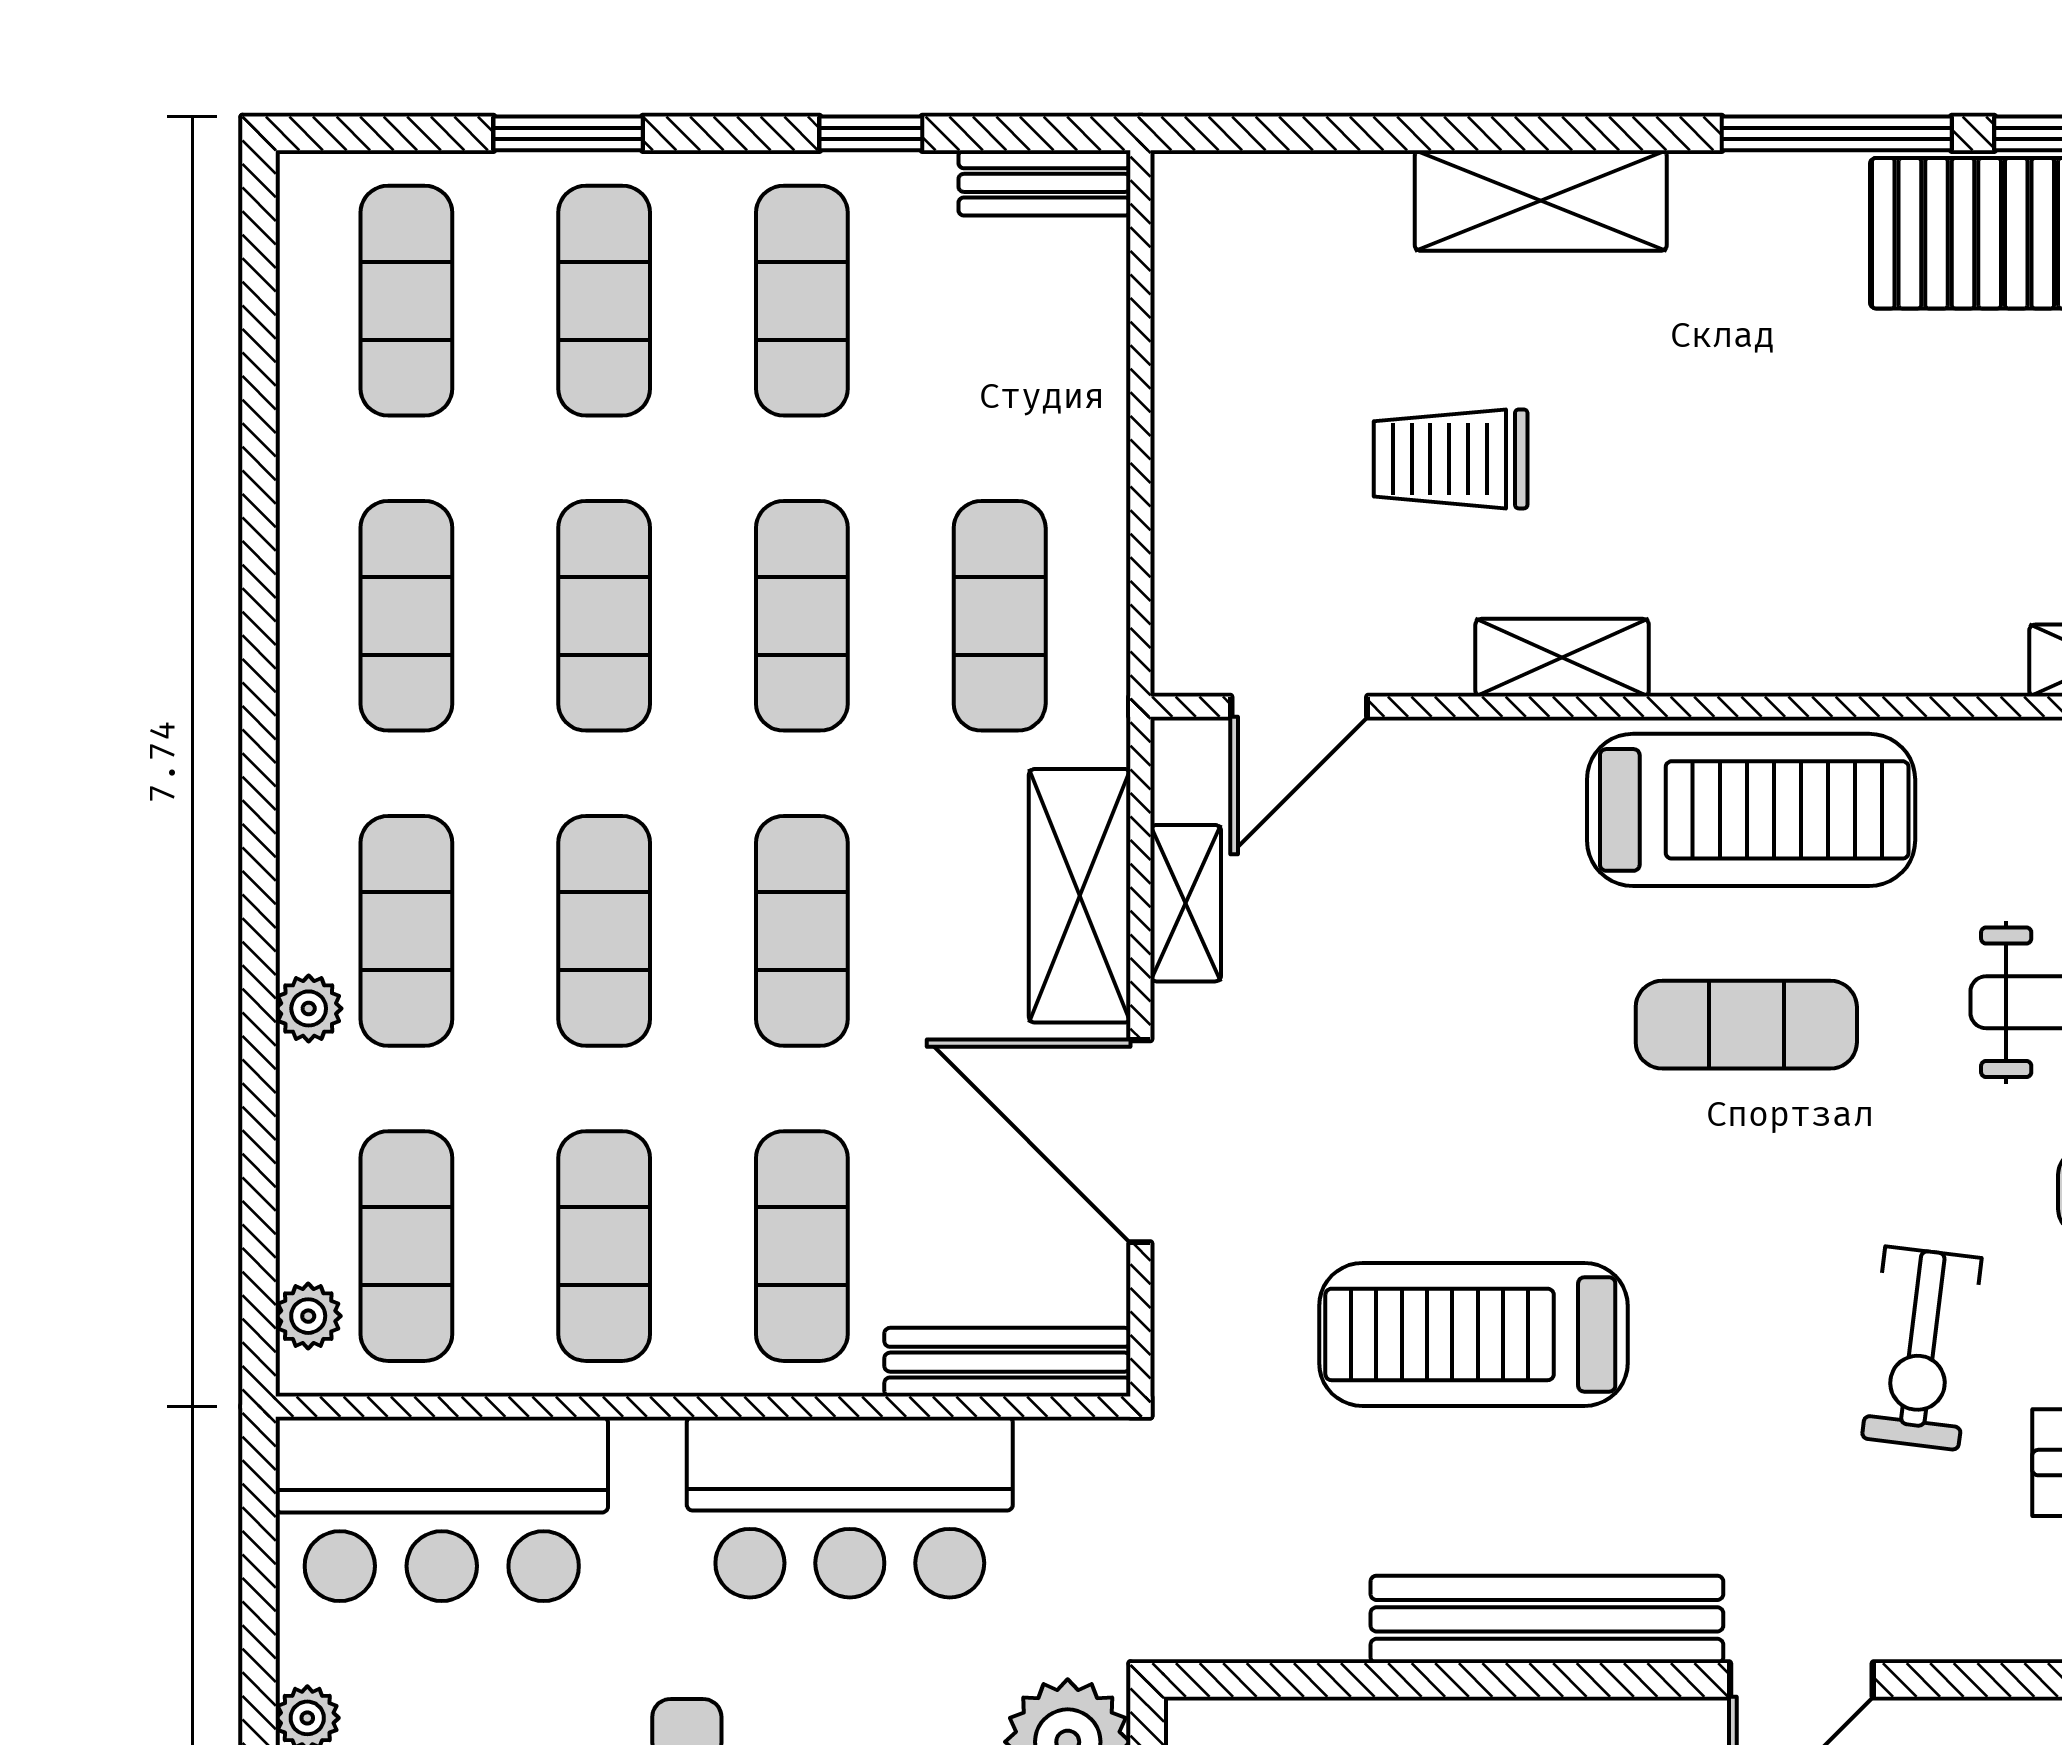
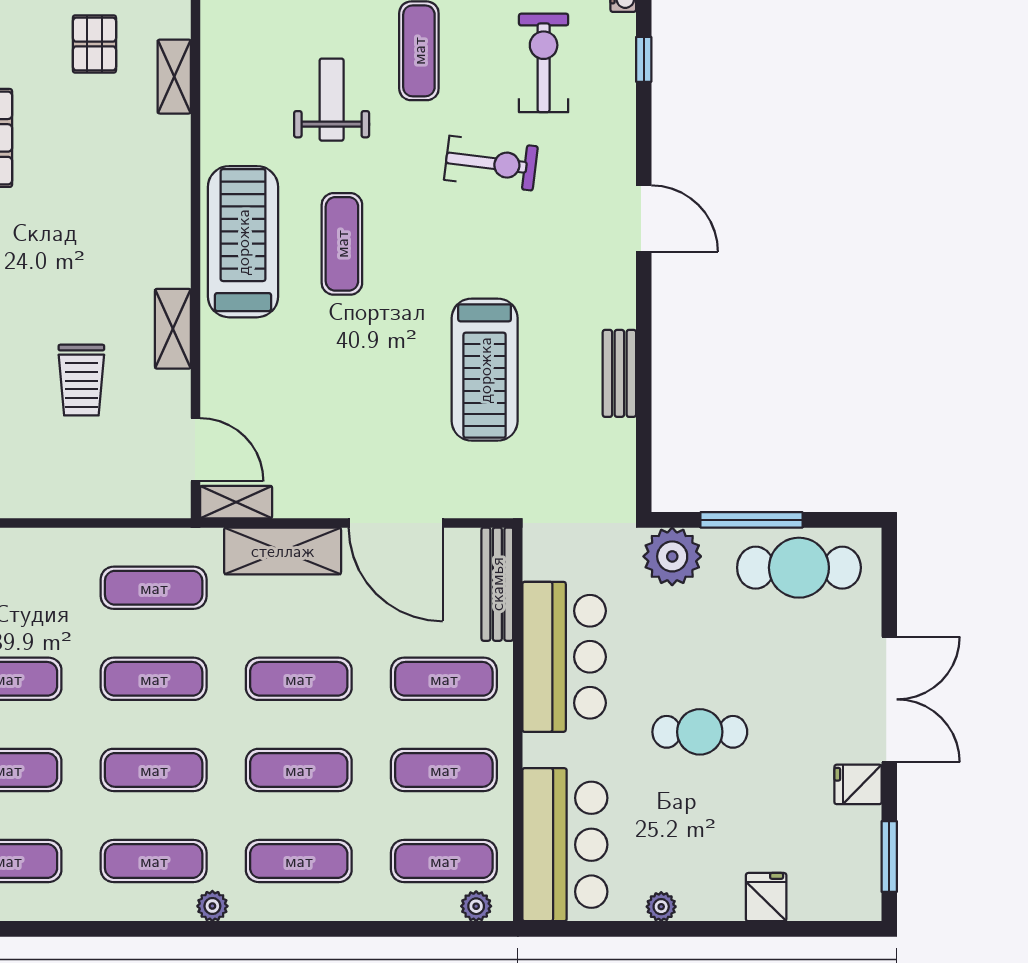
shelving: (1186, 903) -> (236, 502), moved
plant: (309, 1008) -> (212, 906), moved
door: (1140, 1141) -> (396, 523), hinge flipped
bench: (1547, 1619) -> (619, 373), width x0.54, depth x0.82

